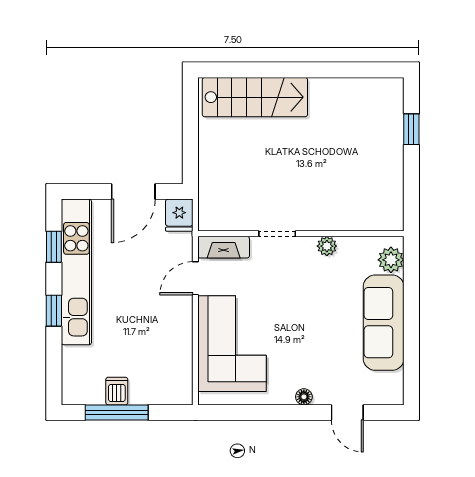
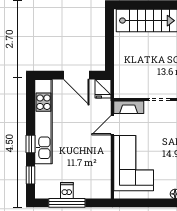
door: (133, 192) -> (76, 75), hinge flipped
window: (54, 247) -> (30, 175), moved

